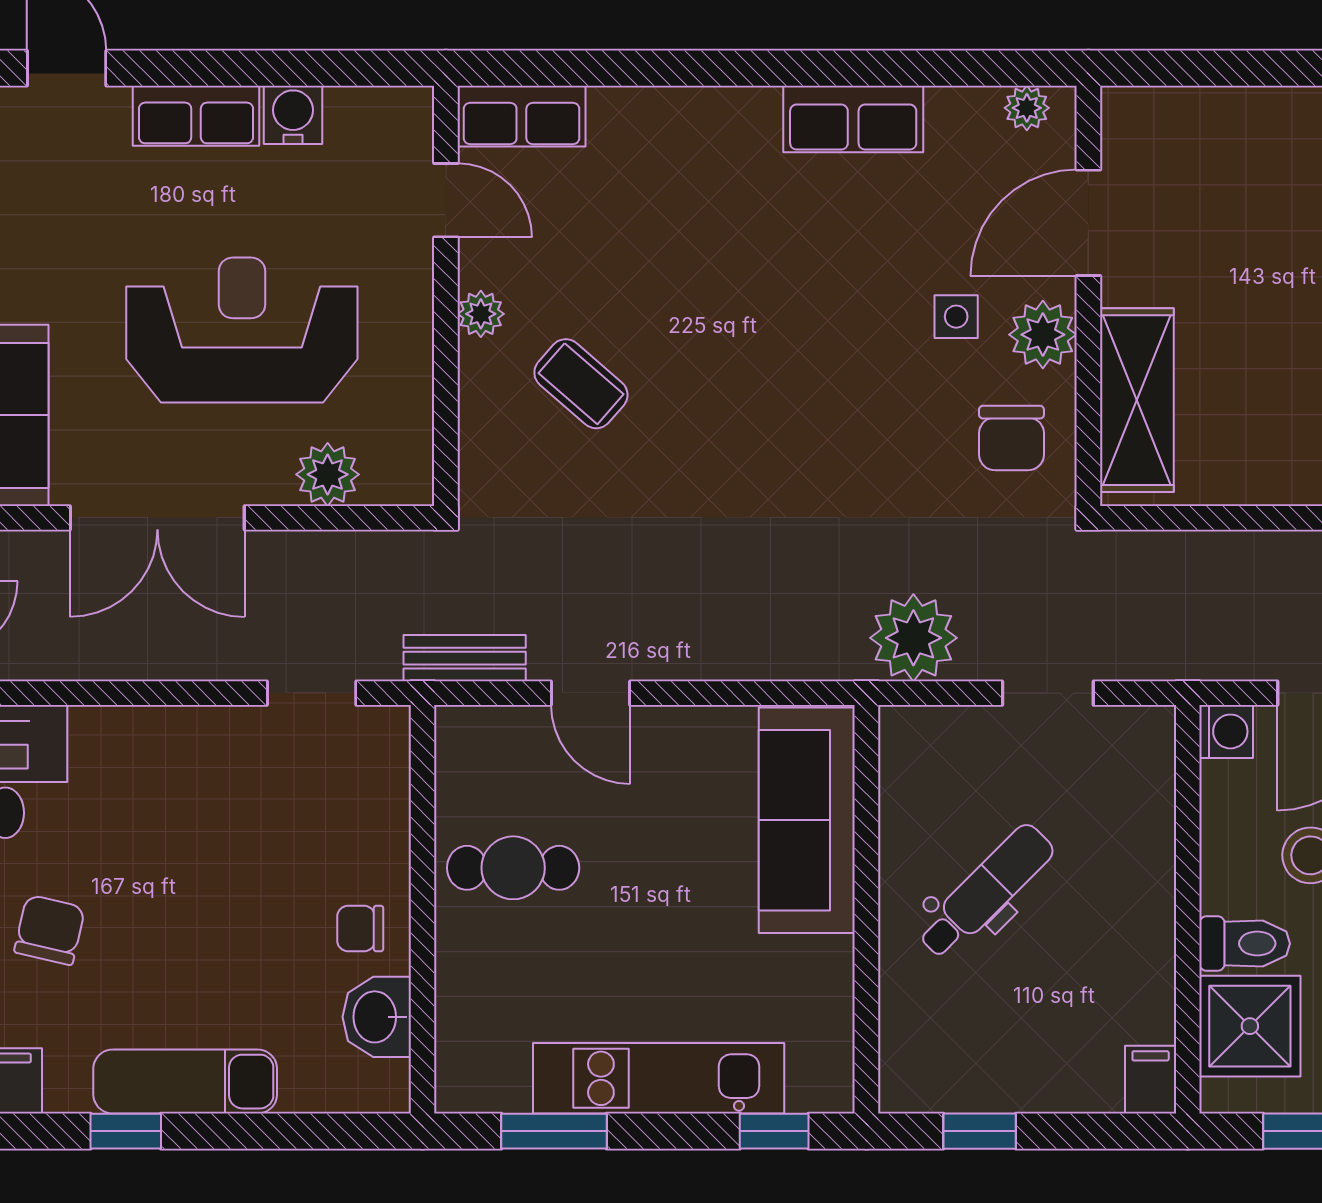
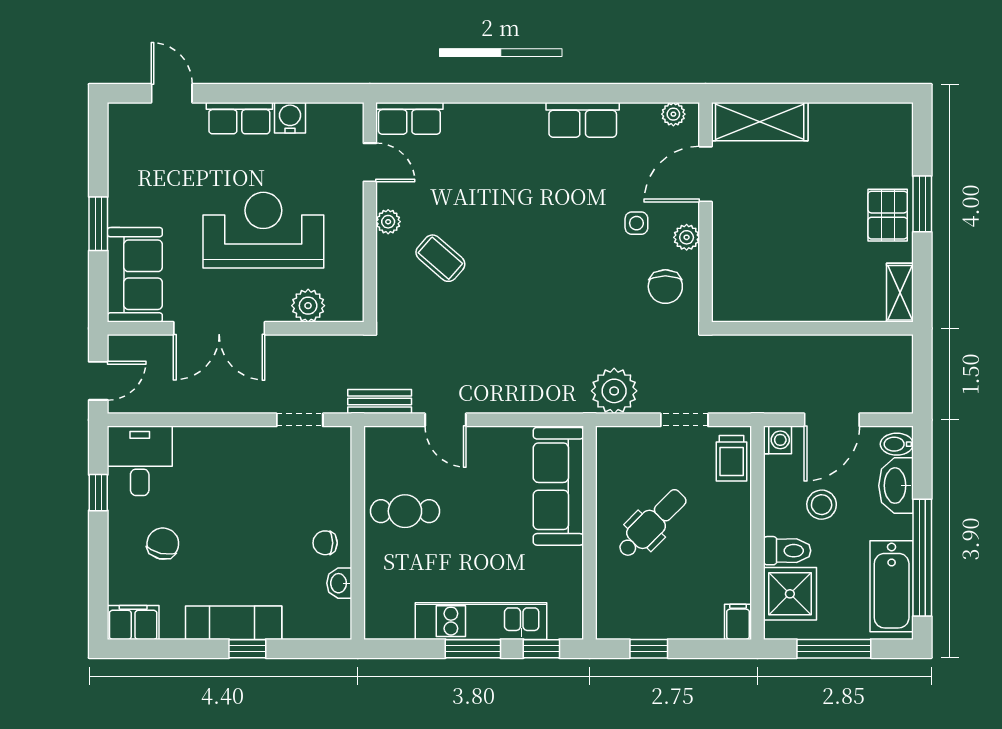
plant: (1043, 335) -> (687, 237), width x0.73, depth x0.73
shelving: (1137, 400) -> (760, 122), moved, turned 90
trolley: (1138, 767) -> (732, 458), added
washbasin: (377, 1017) -> (339, 583), width x0.72, depth x0.69
window: (126, 1131) -> (247, 649), moved
window: (554, 1131) -> (473, 649), moved

